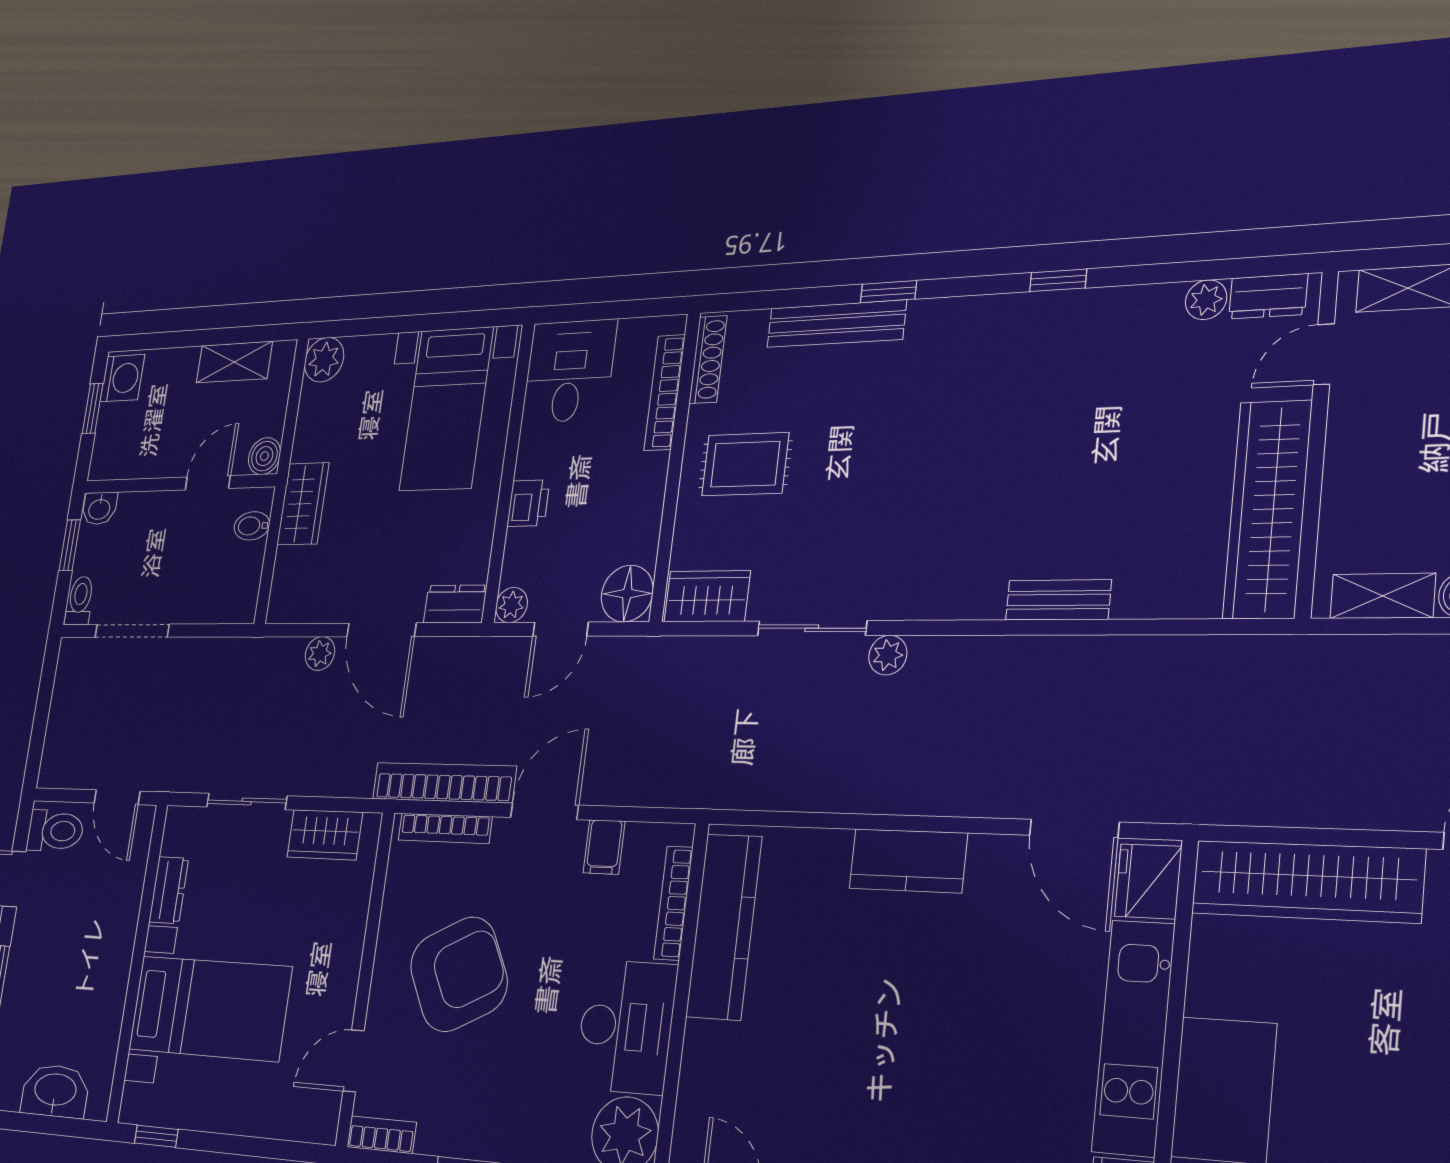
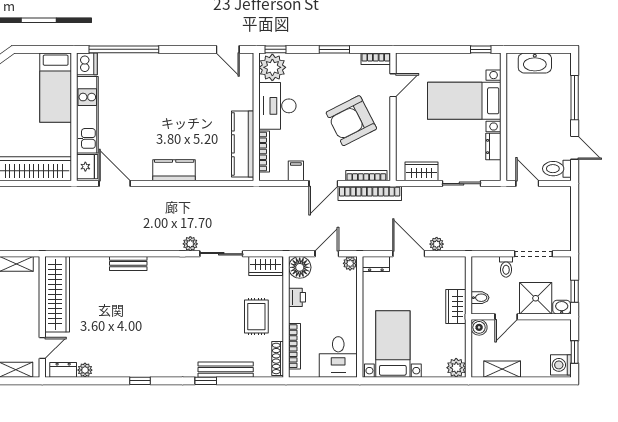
rug: (745, 464) -> (256, 317), turned 90
printer: (528, 503) -> (297, 297), moved, turned 180
shower: (145, 527) -> (536, 298), added
toilet: (80, 601) -> (506, 267), moved

